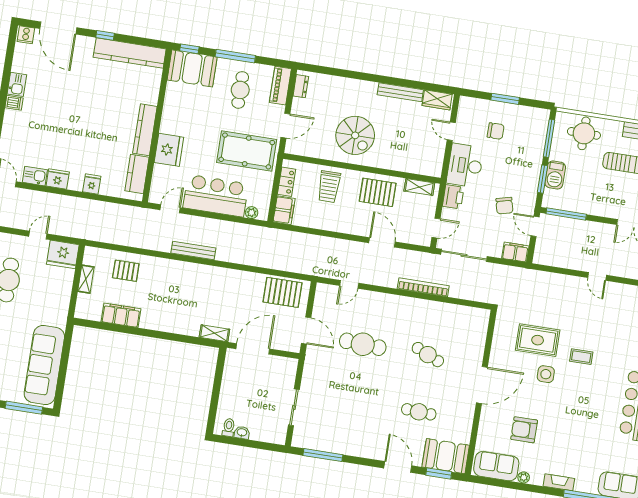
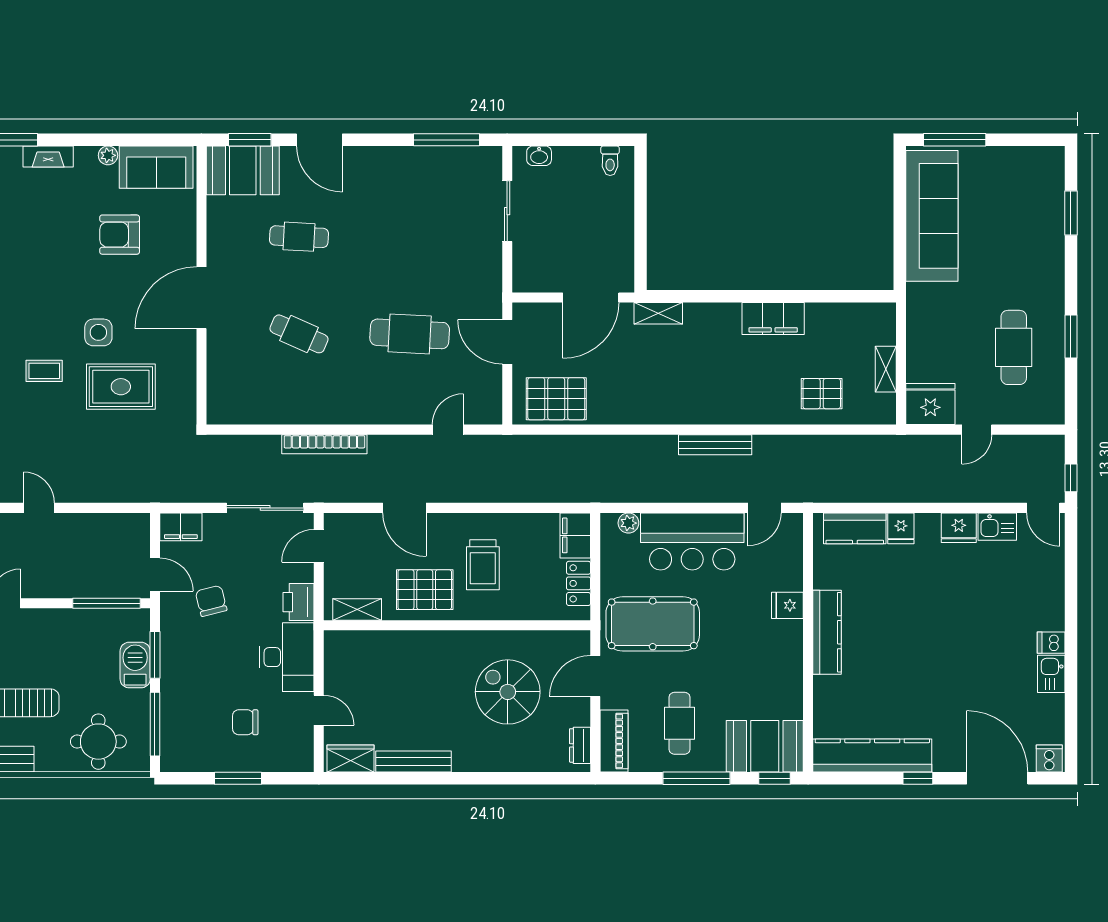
spiral stairs: (355, 135) -> (508, 692), moved
fridge: (169, 150) -> (787, 605), width x0.53, depth x0.75
kitchen counter: (137, 174) -> (855, 528), moved, turned 90
trolley: (329, 187) -> (483, 565), moved, turned 180
filing cabinet: (121, 315) -> (773, 319), moved
armchair: (524, 430) -> (120, 235), turned 180
washbasin: (242, 433) -> (539, 156), moved

